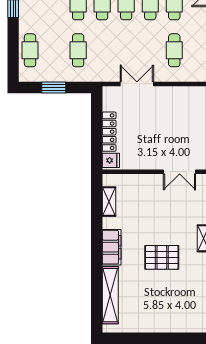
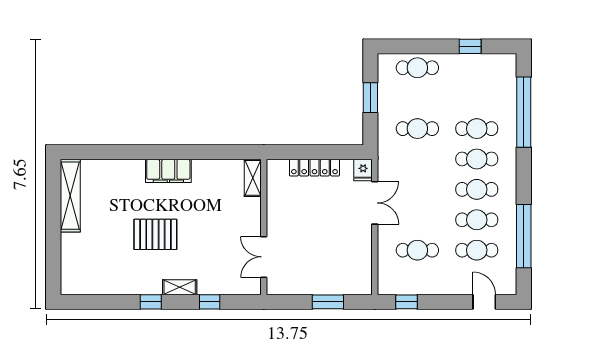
fridge: (111, 160) -> (363, 170), moved
shelving: (109, 202) -> (253, 178), moved, turned 90
pallet: (162, 257) -> (155, 234), turned 90
shelving: (110, 295) -> (70, 196), moved, turned 90

